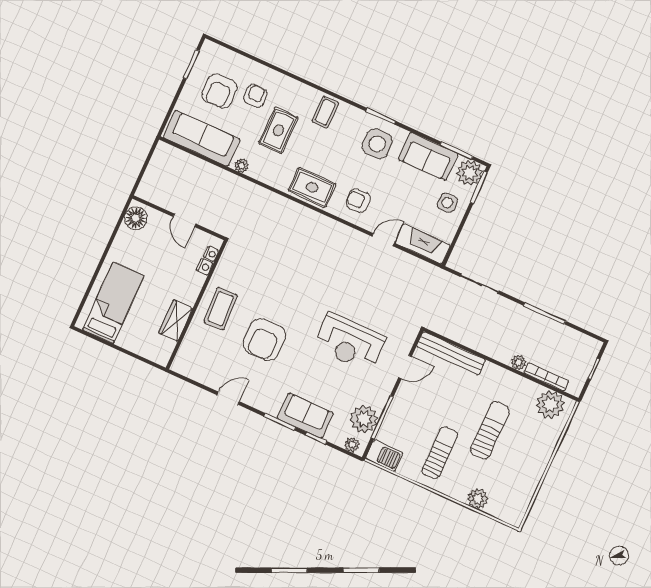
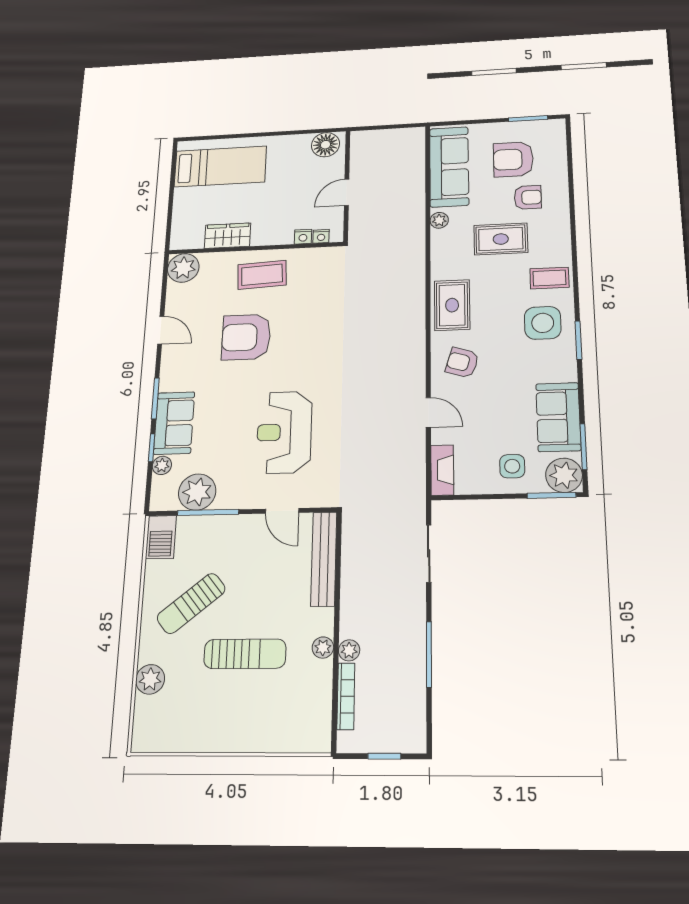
side table: (377, 144) -> (543, 323), moved
armchair: (358, 201) -> (462, 363), turned -73
fireplace: (423, 244) -> (442, 470), width x0.73, depth x0.76
plant: (186, 363) -> (183, 268), added
plant: (550, 404) -> (323, 648), moved, width x0.53, depth x0.53
plant: (352, 445) -> (162, 465), moved
sun lounger: (440, 453) -> (191, 603), turned 141

